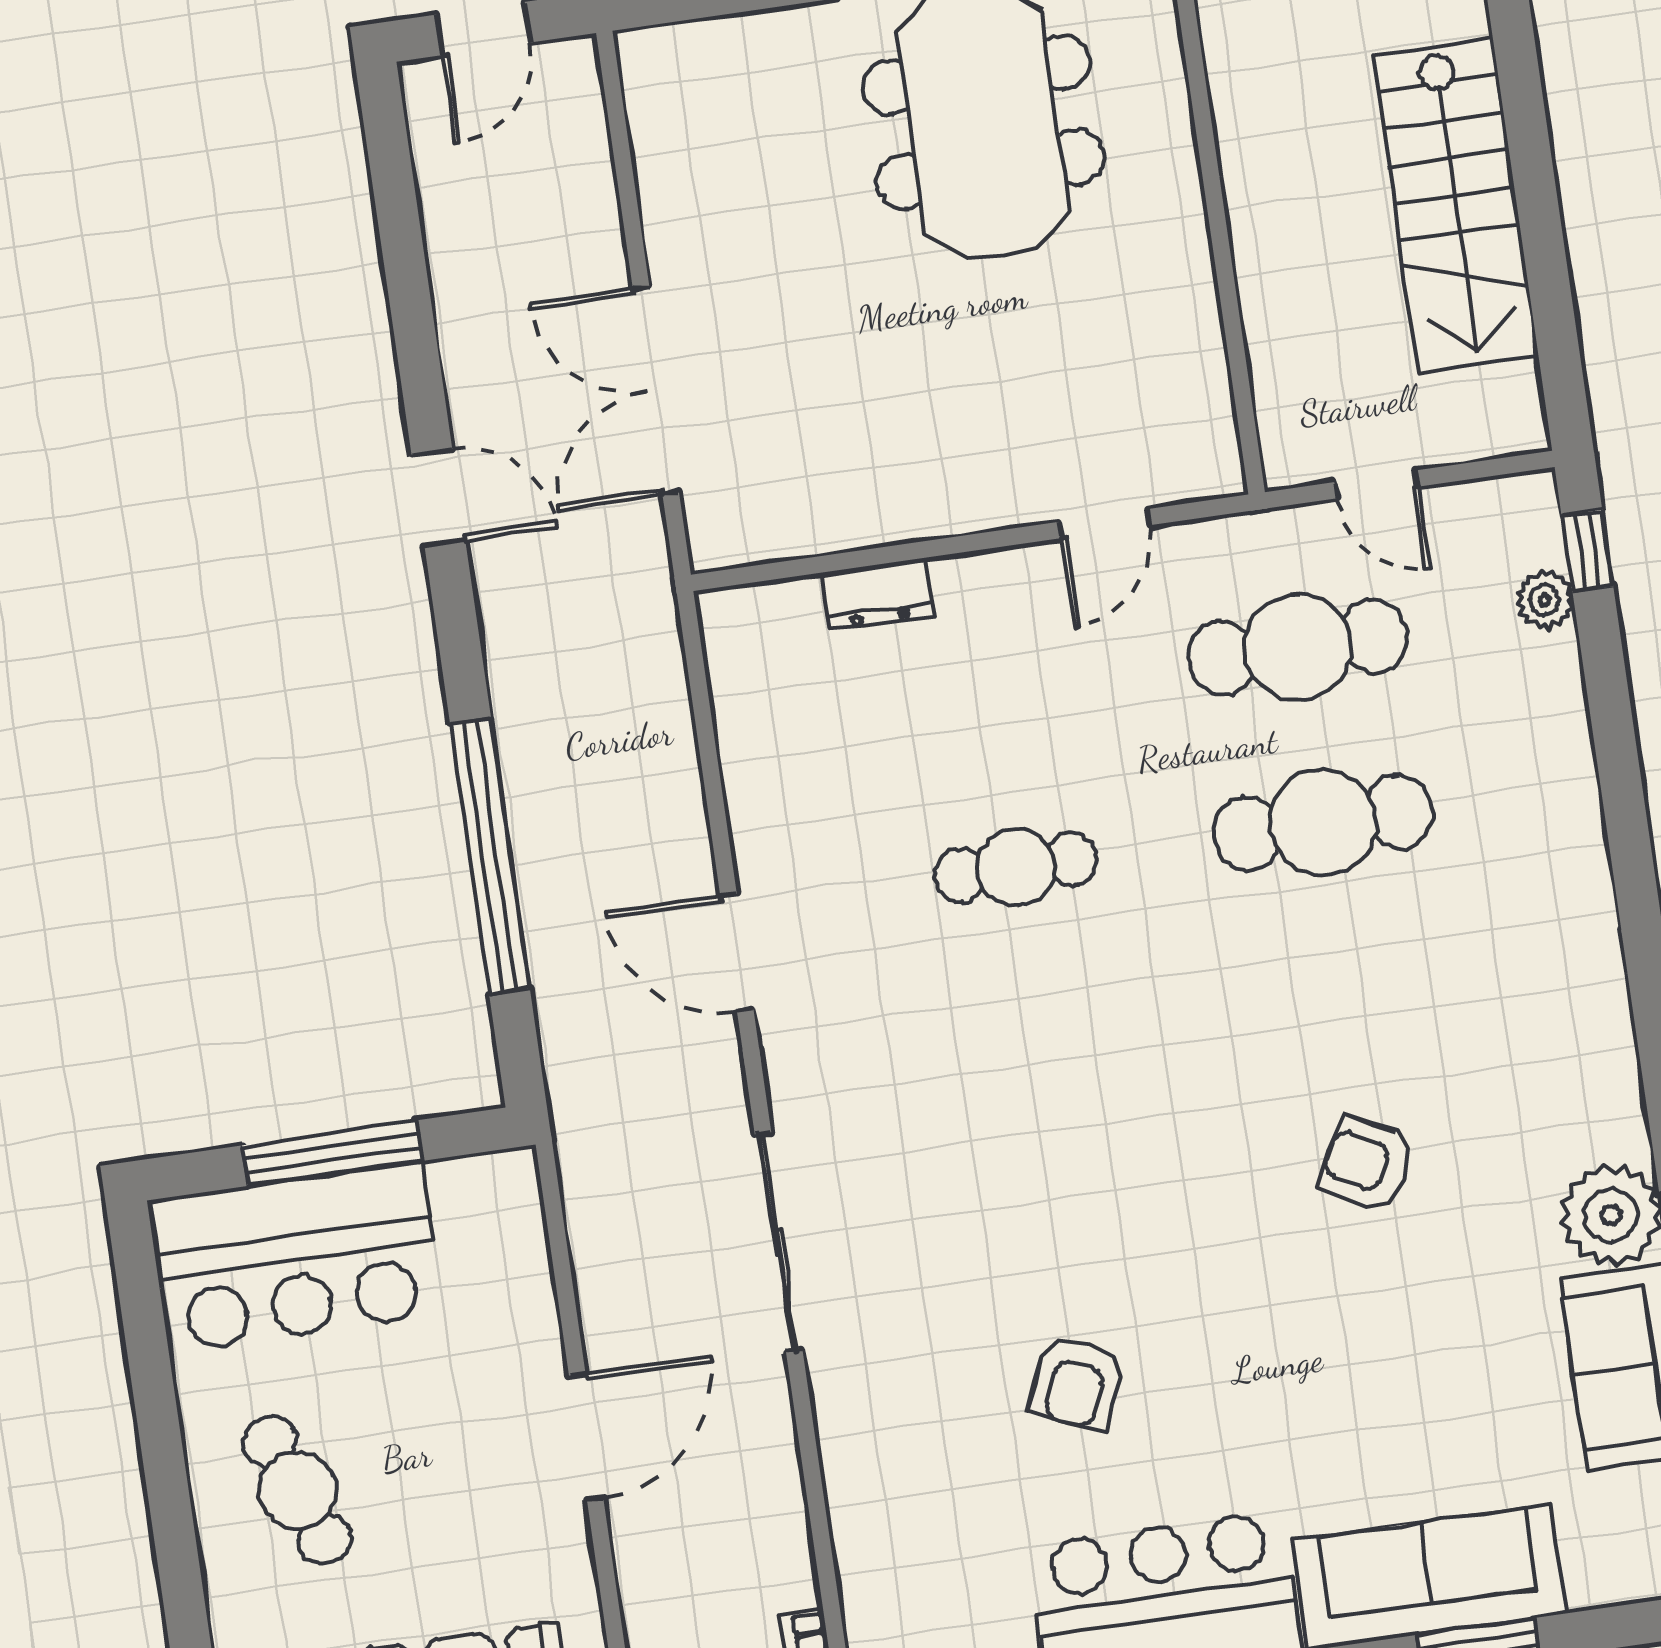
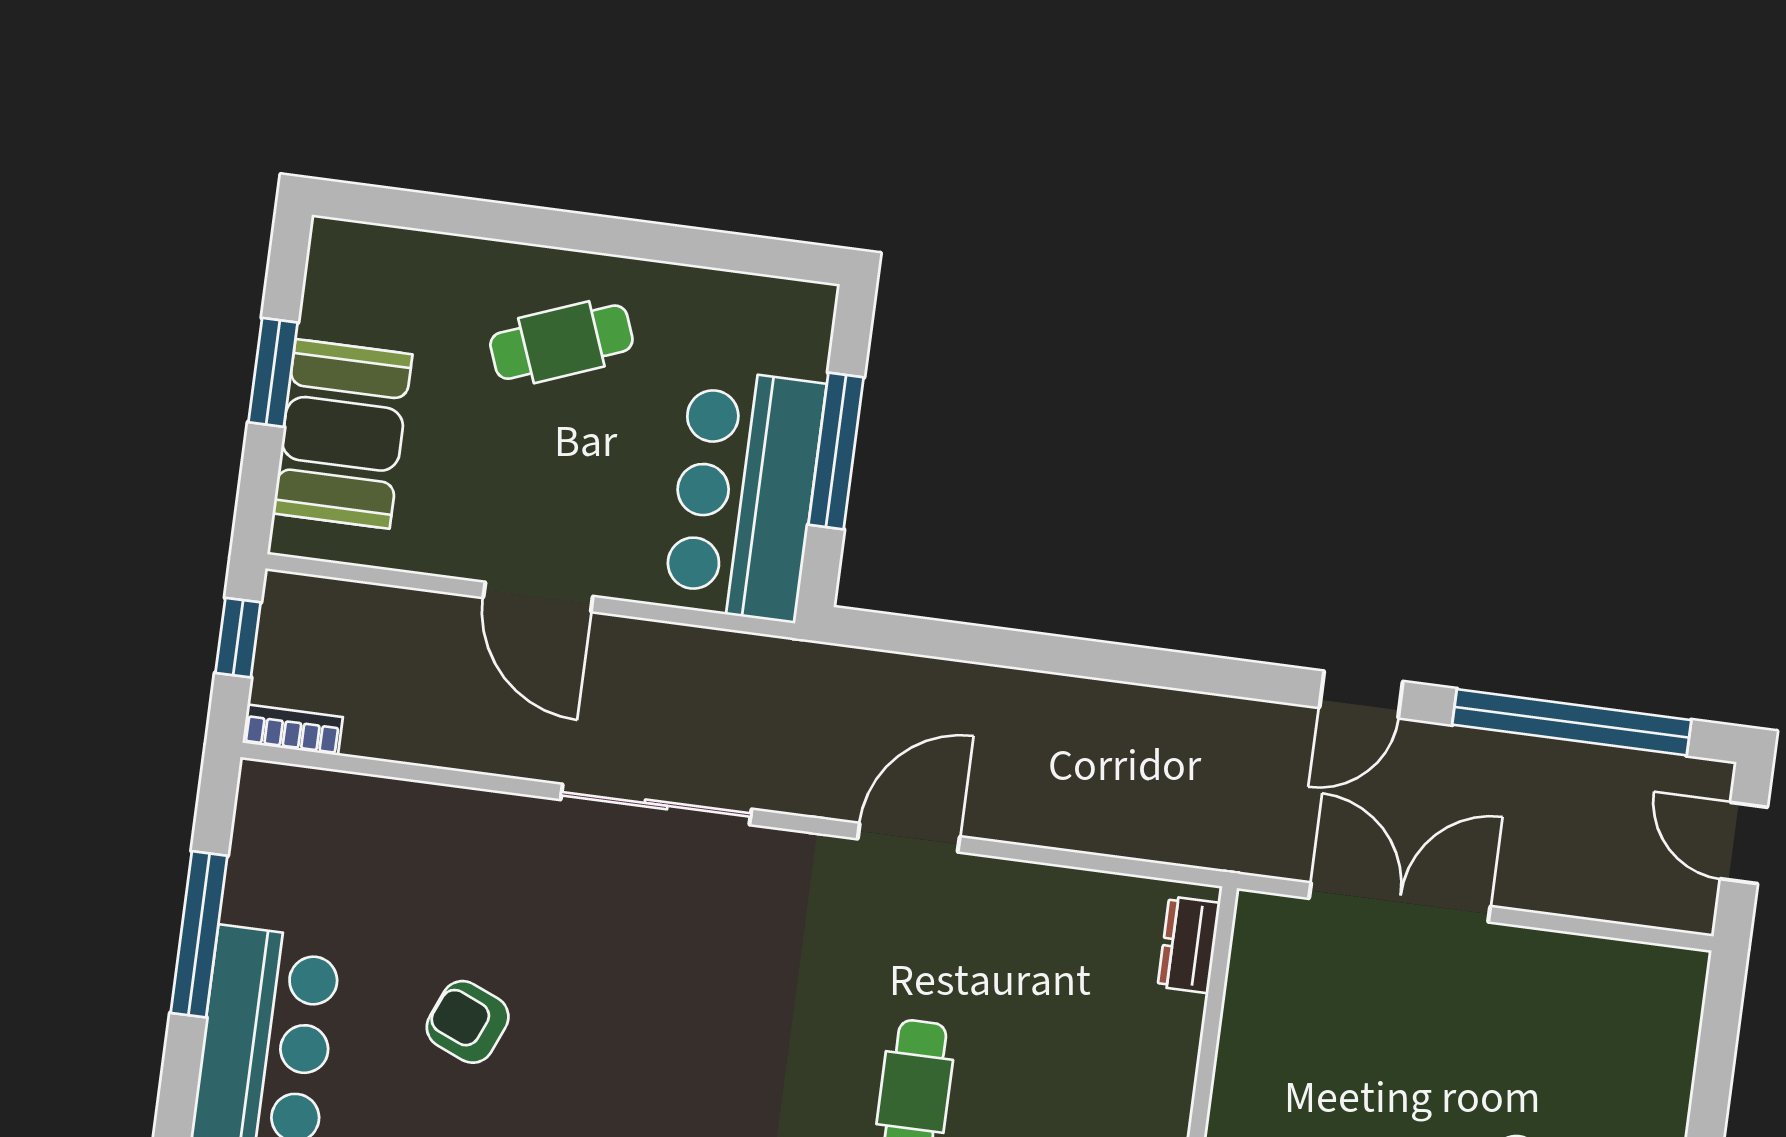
dresser: (877, 594) -> (1189, 945), moved
window: (490, 856) -> (1572, 722), moved
bar counter: (295, 1257) -> (744, 495), moved

